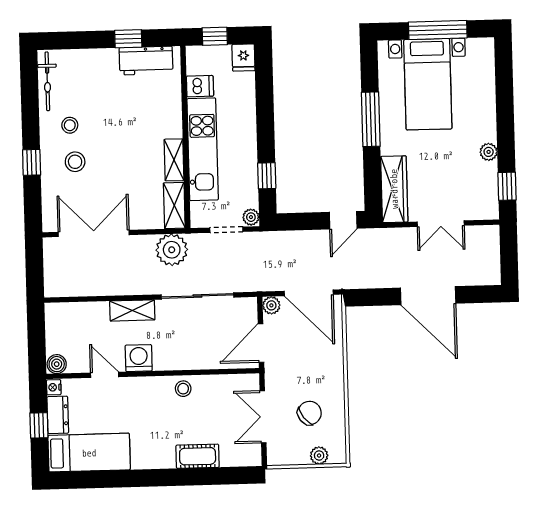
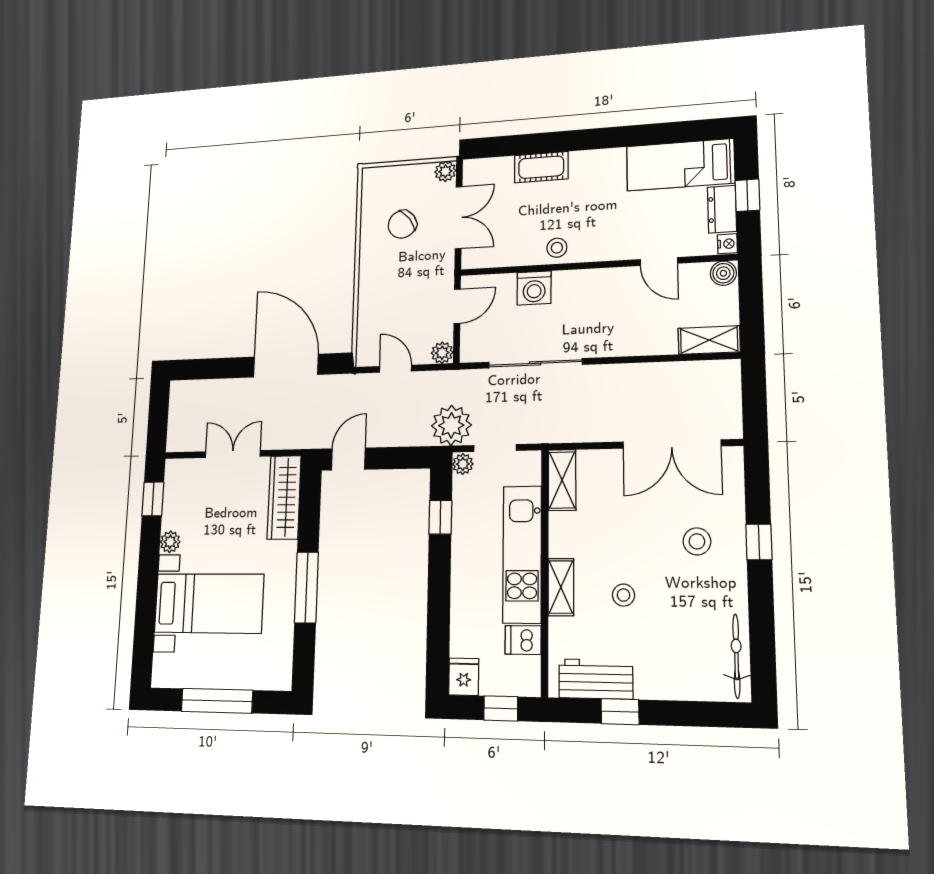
bed with nightstands: (428, 84) -> (209, 603), moved, turned 90
stool: (70, 125) -> (623, 595), moved
shelving: (174, 160) -> (561, 587), moved
plant: (172, 250) -> (451, 425), moved
door: (309, 293) -> (395, 369), width x0.53
door: (428, 296) -> (286, 366), moved
shelving: (132, 310) -> (709, 340), moved
door: (261, 343) -> (457, 306), width x0.73
washing machine: (139, 358) -> (534, 288), moved
plant: (319, 456) -> (445, 171), moved

